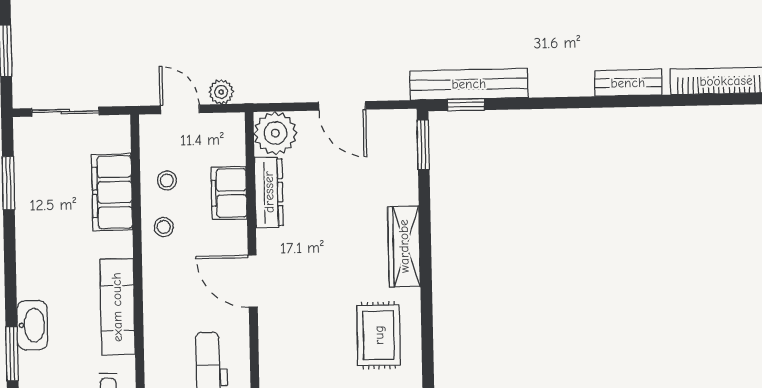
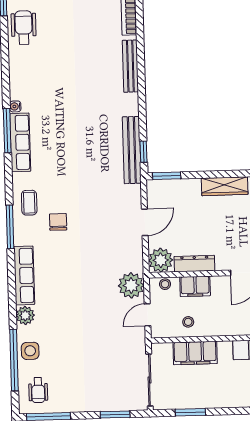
bench: (628, 83) -> (130, 66), width x1.36
plant: (221, 92) -> (131, 285), width x1.87, depth x1.87
sliding door: (66, 112) -> (149, 380), width x1.37
stool: (164, 227) -> (165, 284), moved

